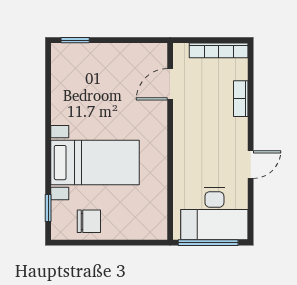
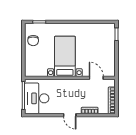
bed with nightstands: (95, 163) -> (65, 56), moved, turned 180
door: (251, 165) -> (70, 115), moved

